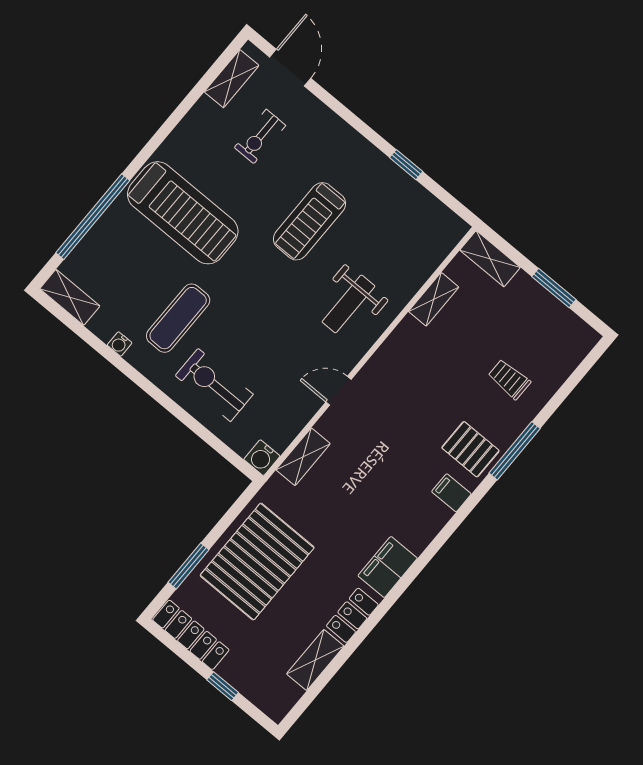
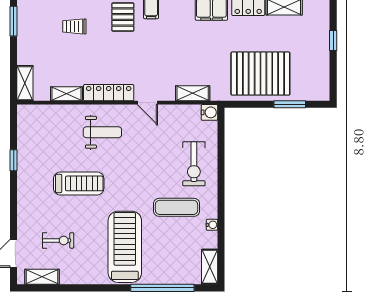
window: (554, 288) -> (14, 21), moved
trolley: (509, 379) -> (74, 26), turned 90
locker: (191, 635) -> (109, 93), moved, turned 90

